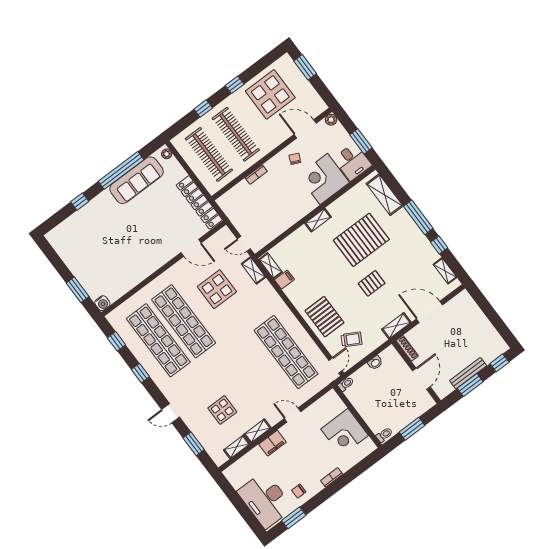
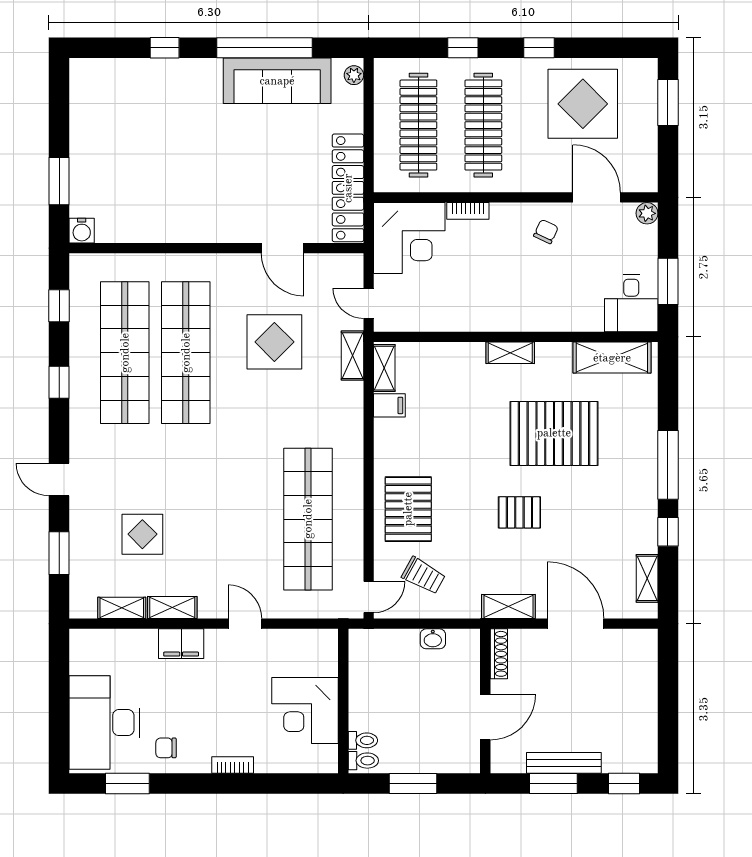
corner desk: (324, 179) -> (409, 238), moved, turned 180
shelving: (385, 195) -> (612, 358), moved, turned 90
toilet: (346, 384) -> (363, 740), moved

